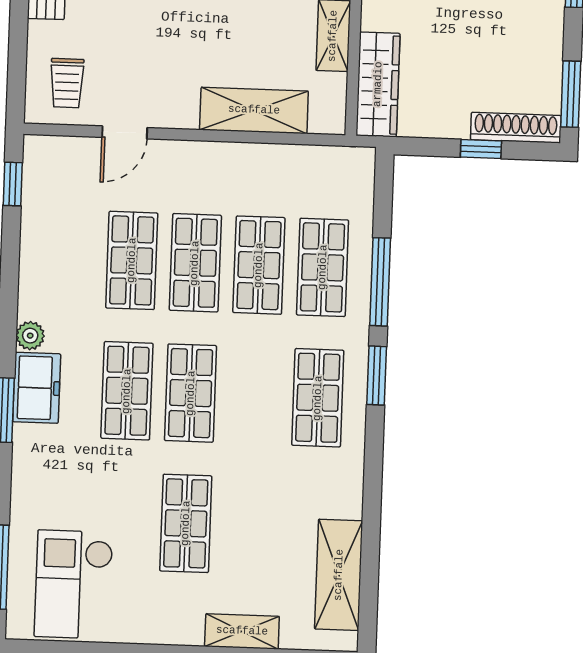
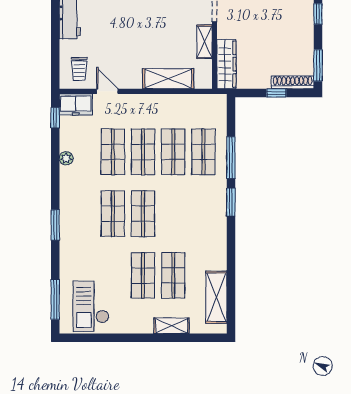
door: (125, 132) -> (107, 91), swing flipped
plant: (30, 336) -> (66, 158), moved
freezer: (37, 388) -> (76, 104), moved, turned 90
shop shelf: (318, 398) -> (173, 275), moved

